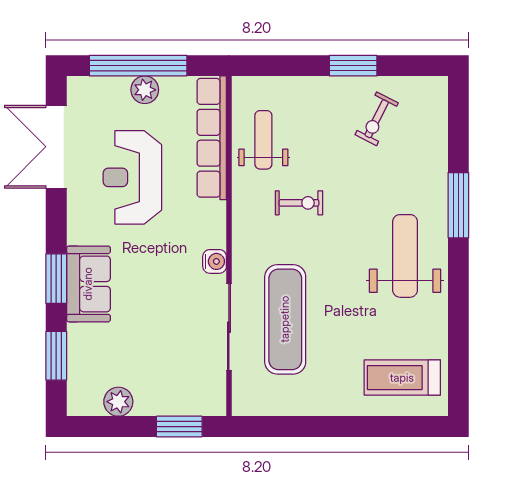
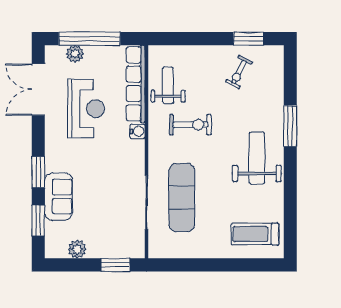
window: (353, 66) -> (249, 39), moved
plant: (145, 90) -> (75, 54), moved
reception desk: (132, 177) -> (86, 109), turned 180
exercise bike: (299, 203) -> (190, 125), width x1.38, depth x1.39
water cooler: (215, 261) -> (137, 131), moved
sofa: (88, 284) -> (58, 197), moved

